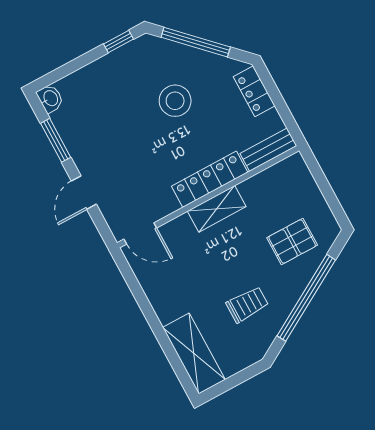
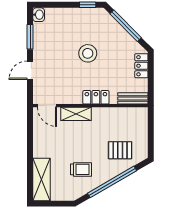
stool: (175, 101) -> (88, 53), moved
locker: (210, 179) -> (96, 97), width x0.66
shelving: (217, 209) -> (76, 114), moved

